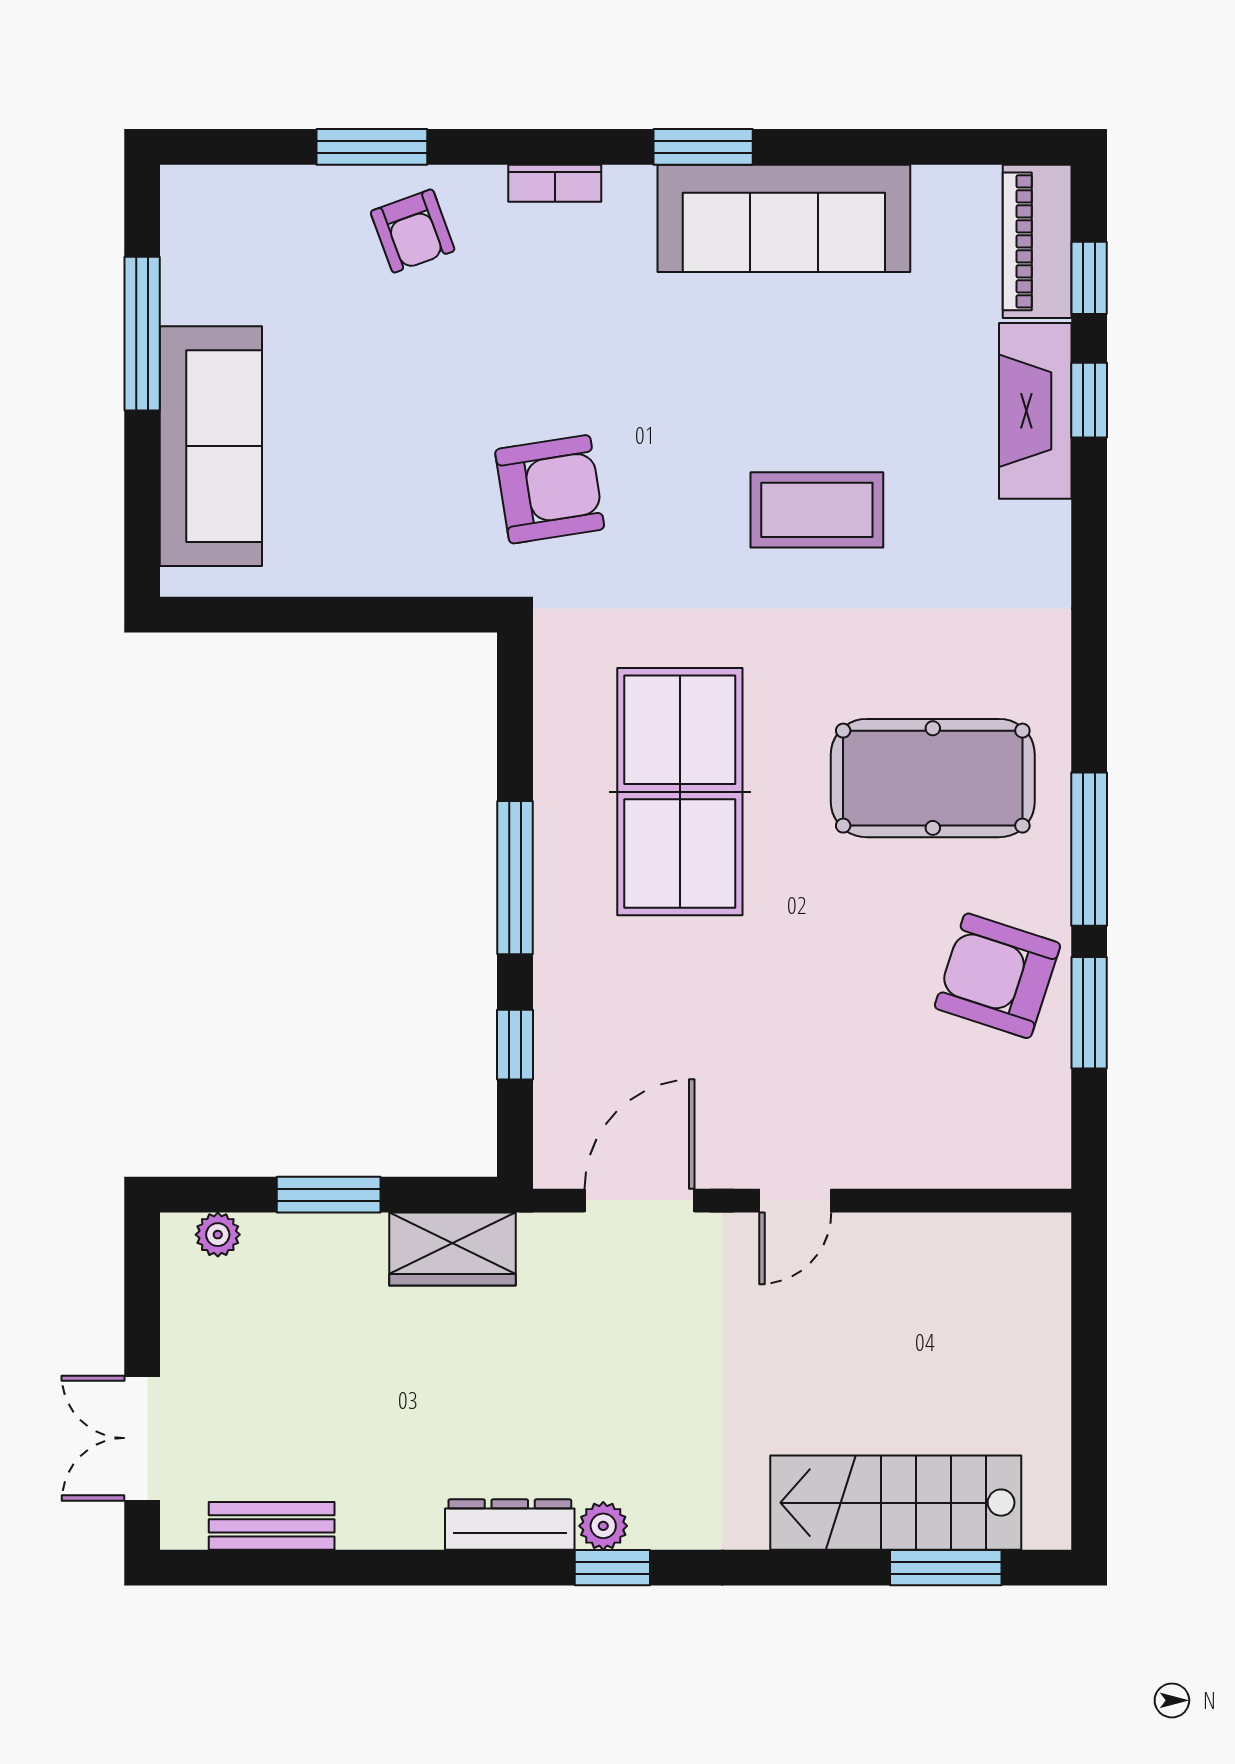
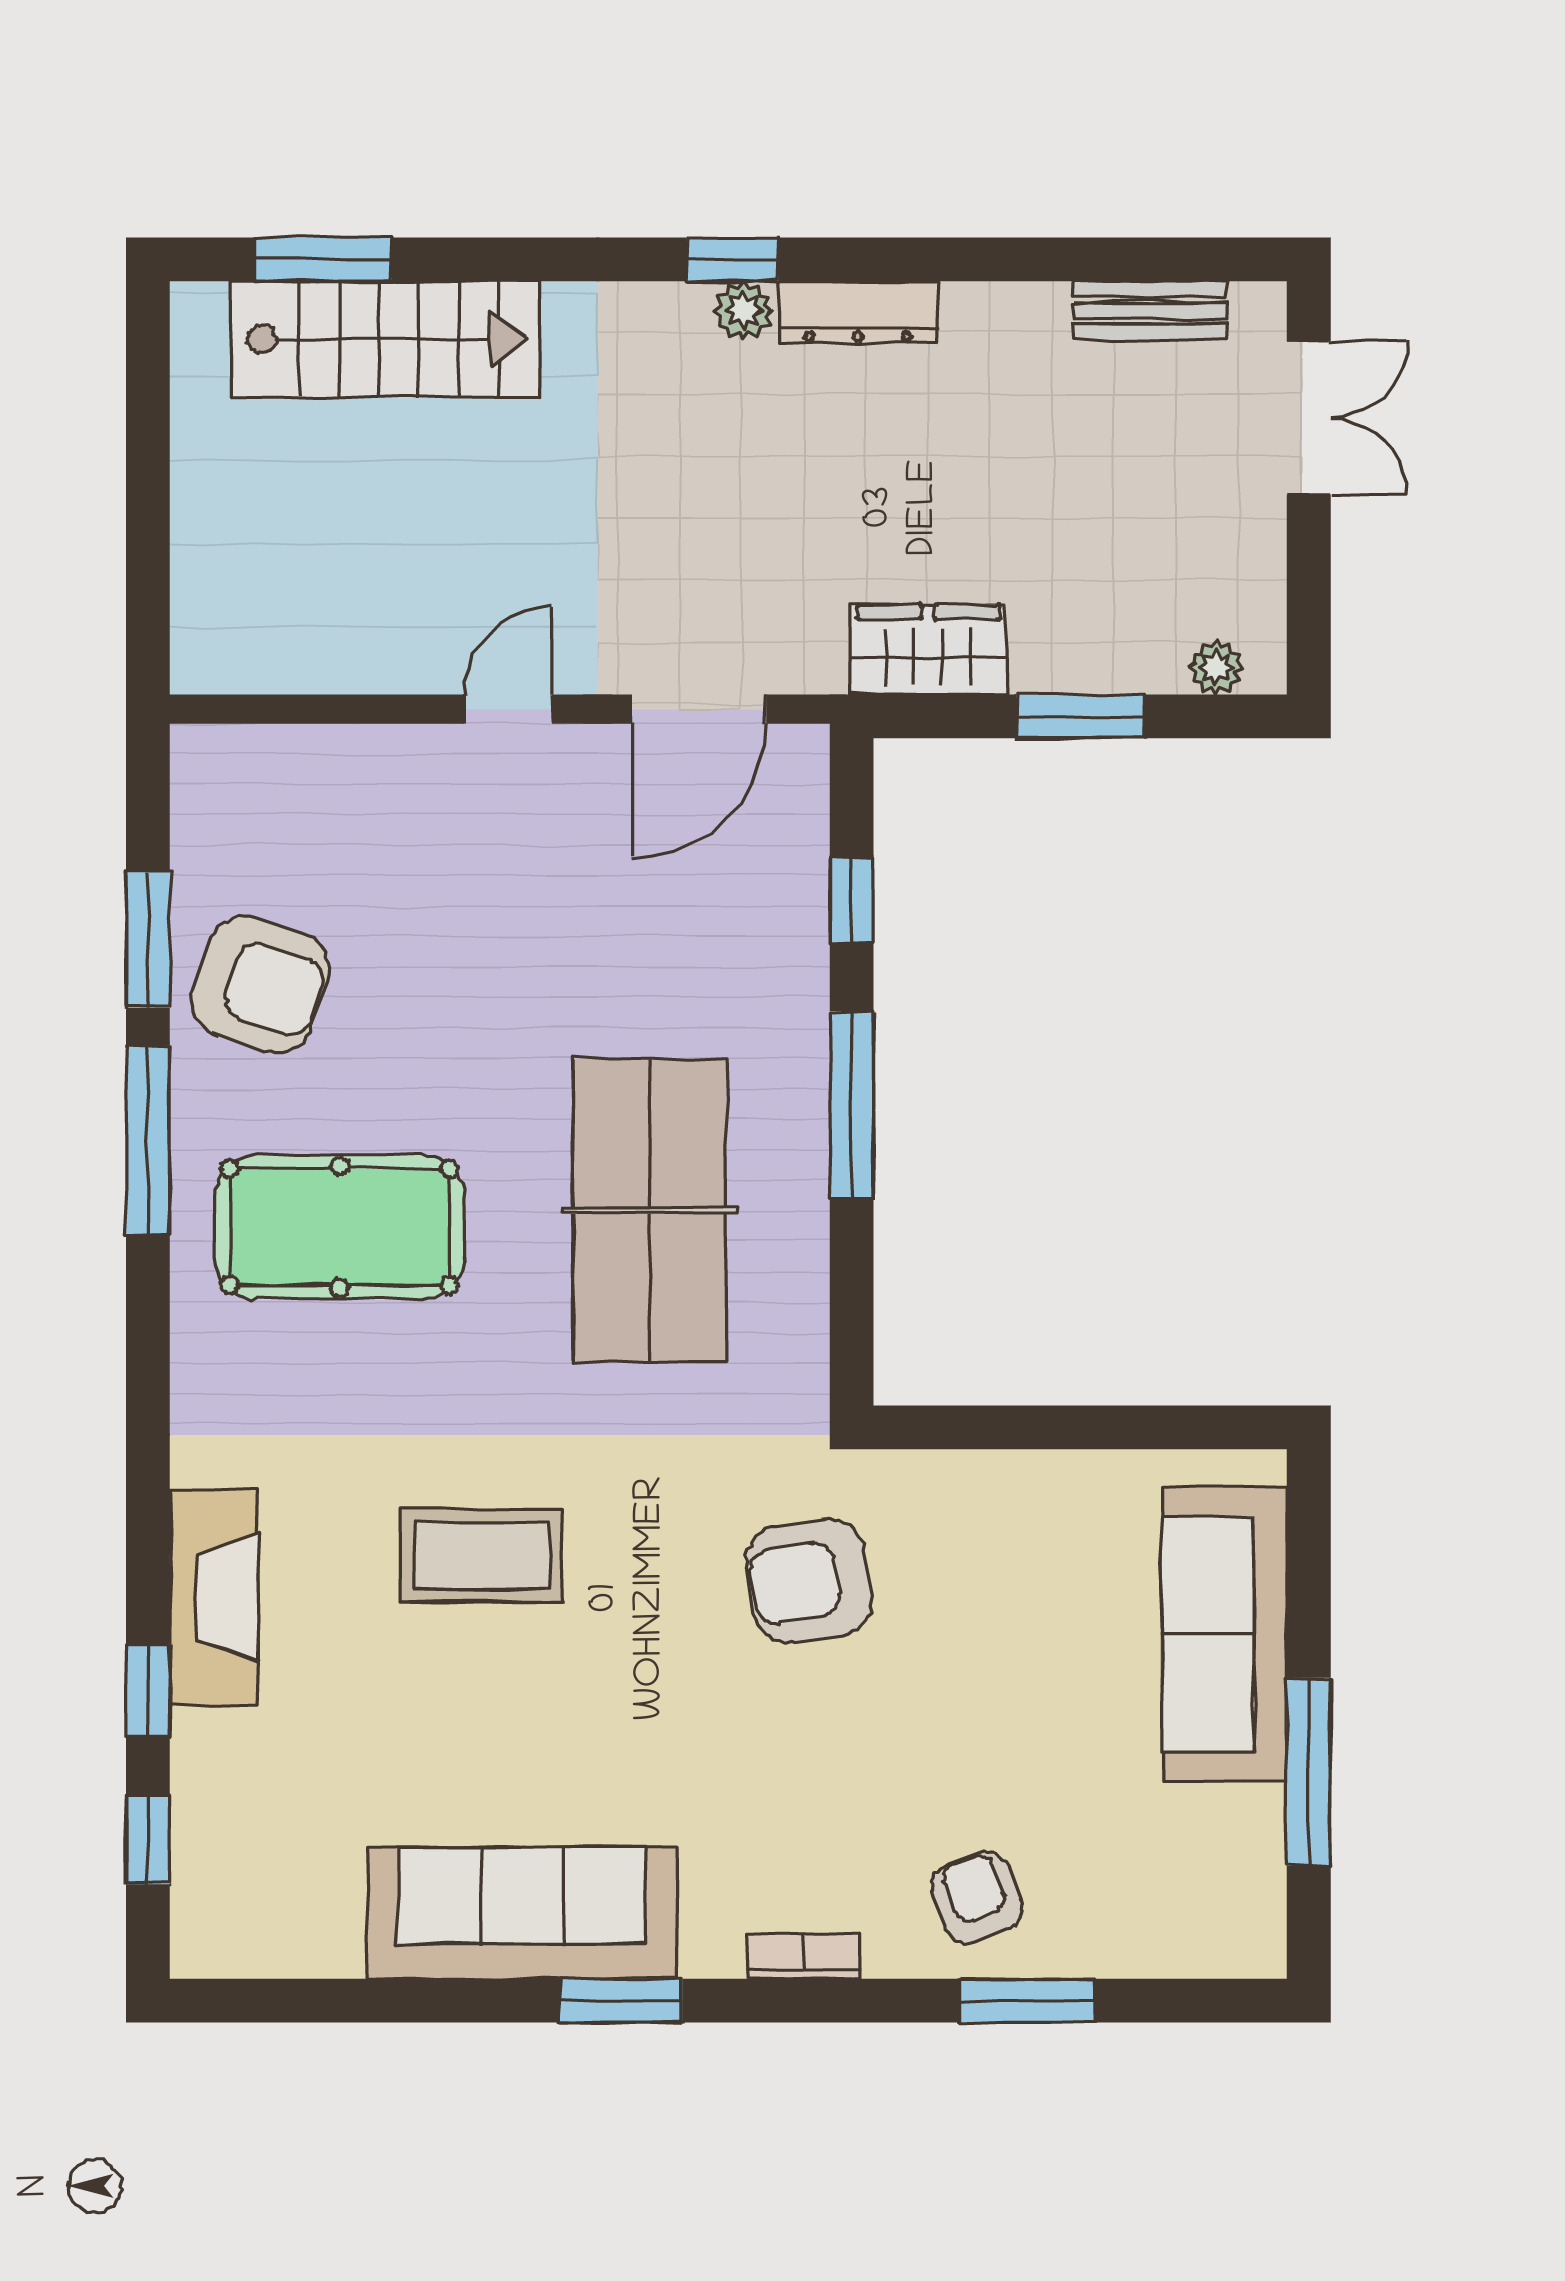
piano: (1037, 241) -> (212, 1885), removed
fireplace: (1035, 411) -> (214, 1597), moved

